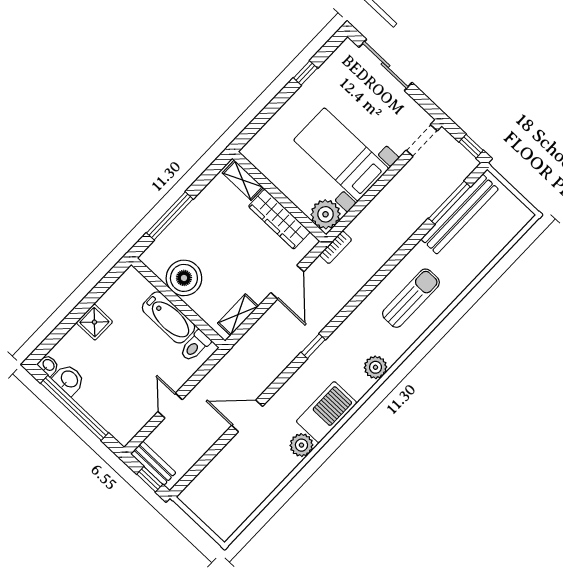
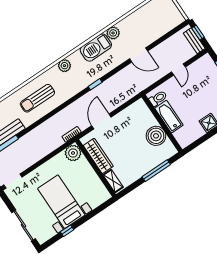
bed with nightstands: (341, 154) -> (61, 202), moved, turned 180
shelving: (238, 315) -> (132, 110), removed

